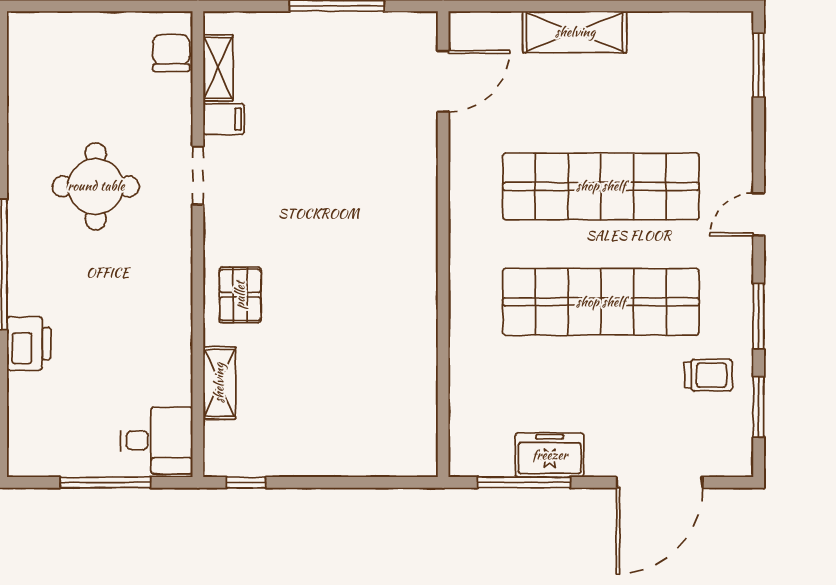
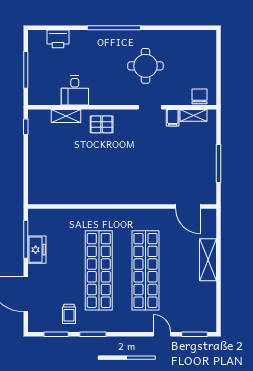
chair: (171, 53) -> (199, 96), turned -90
door: (759, 214) -> (162, 334), moved
printer: (29, 344) -> (58, 39), moved
desk: (157, 440) -> (75, 91), moved

